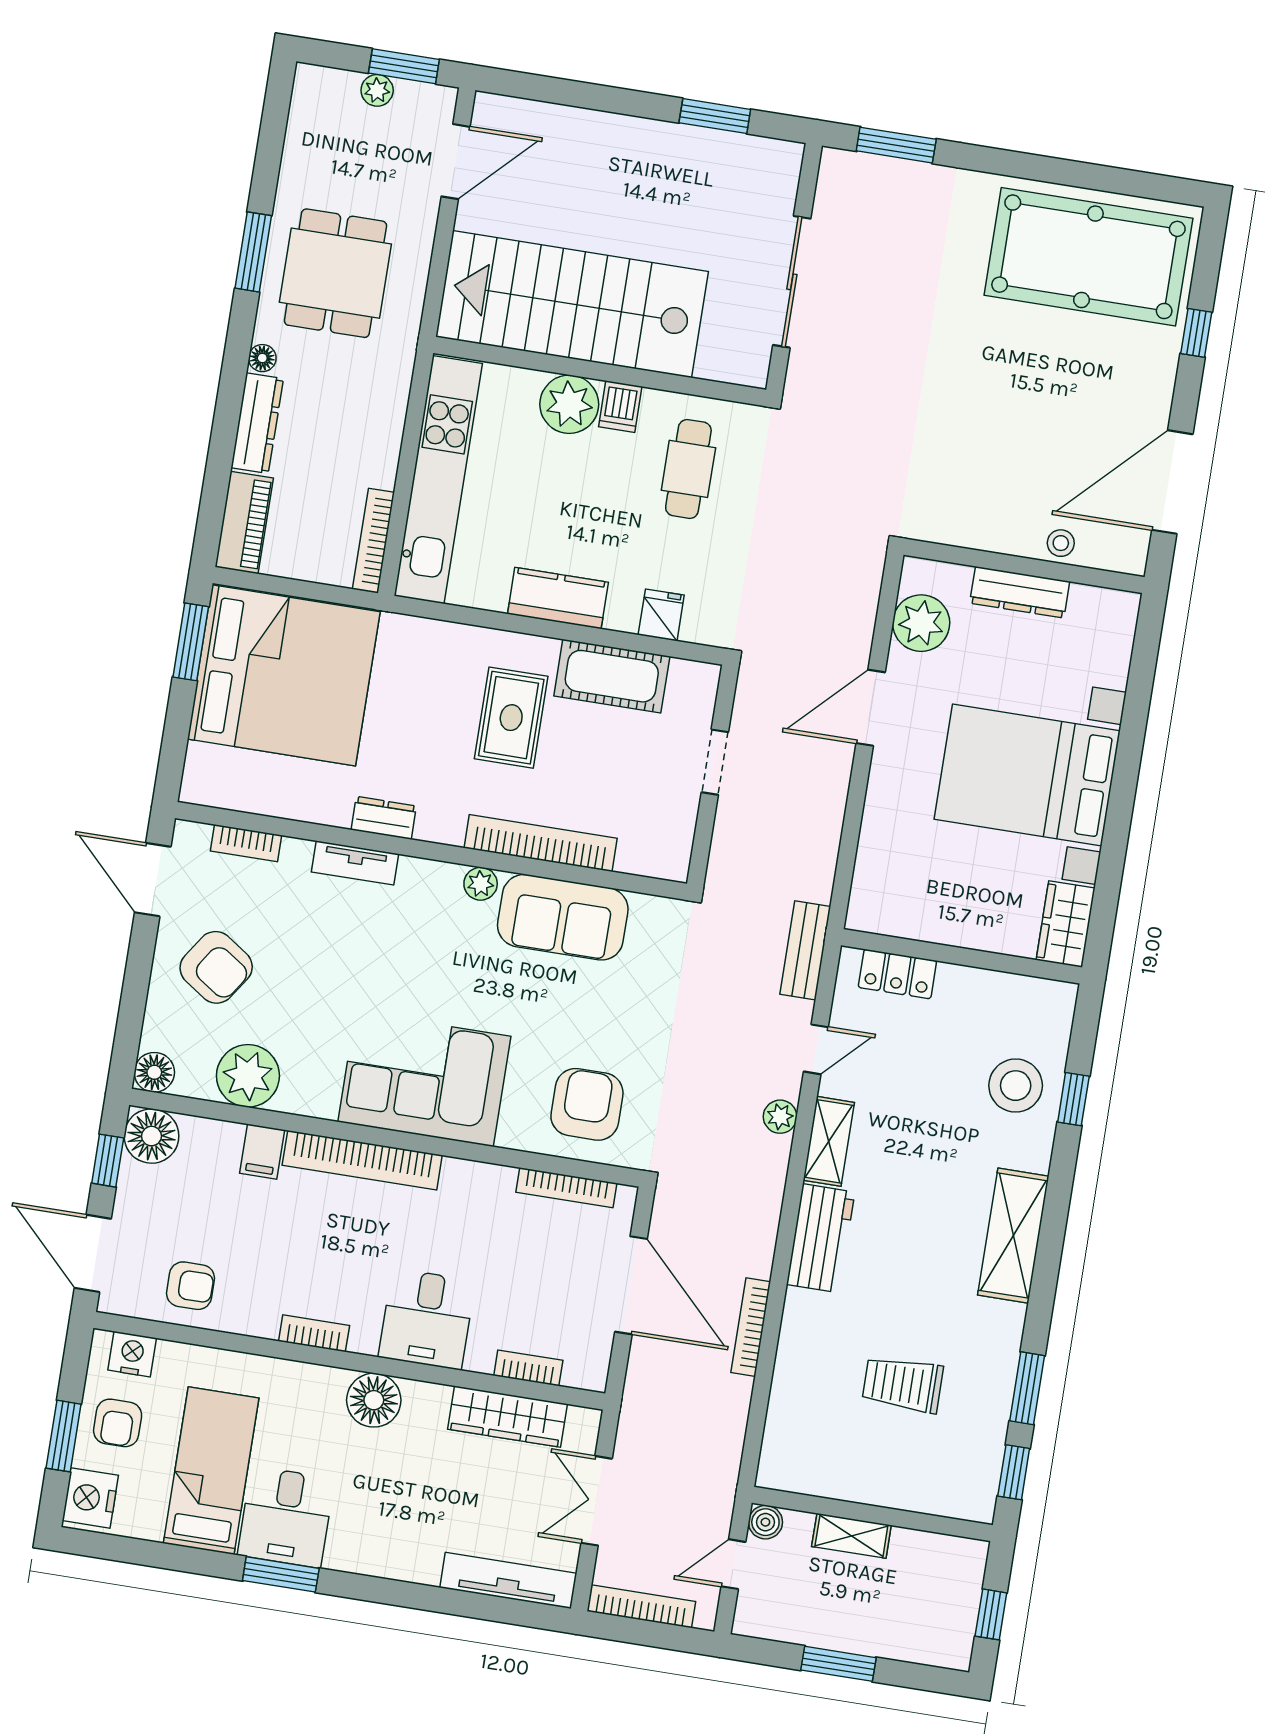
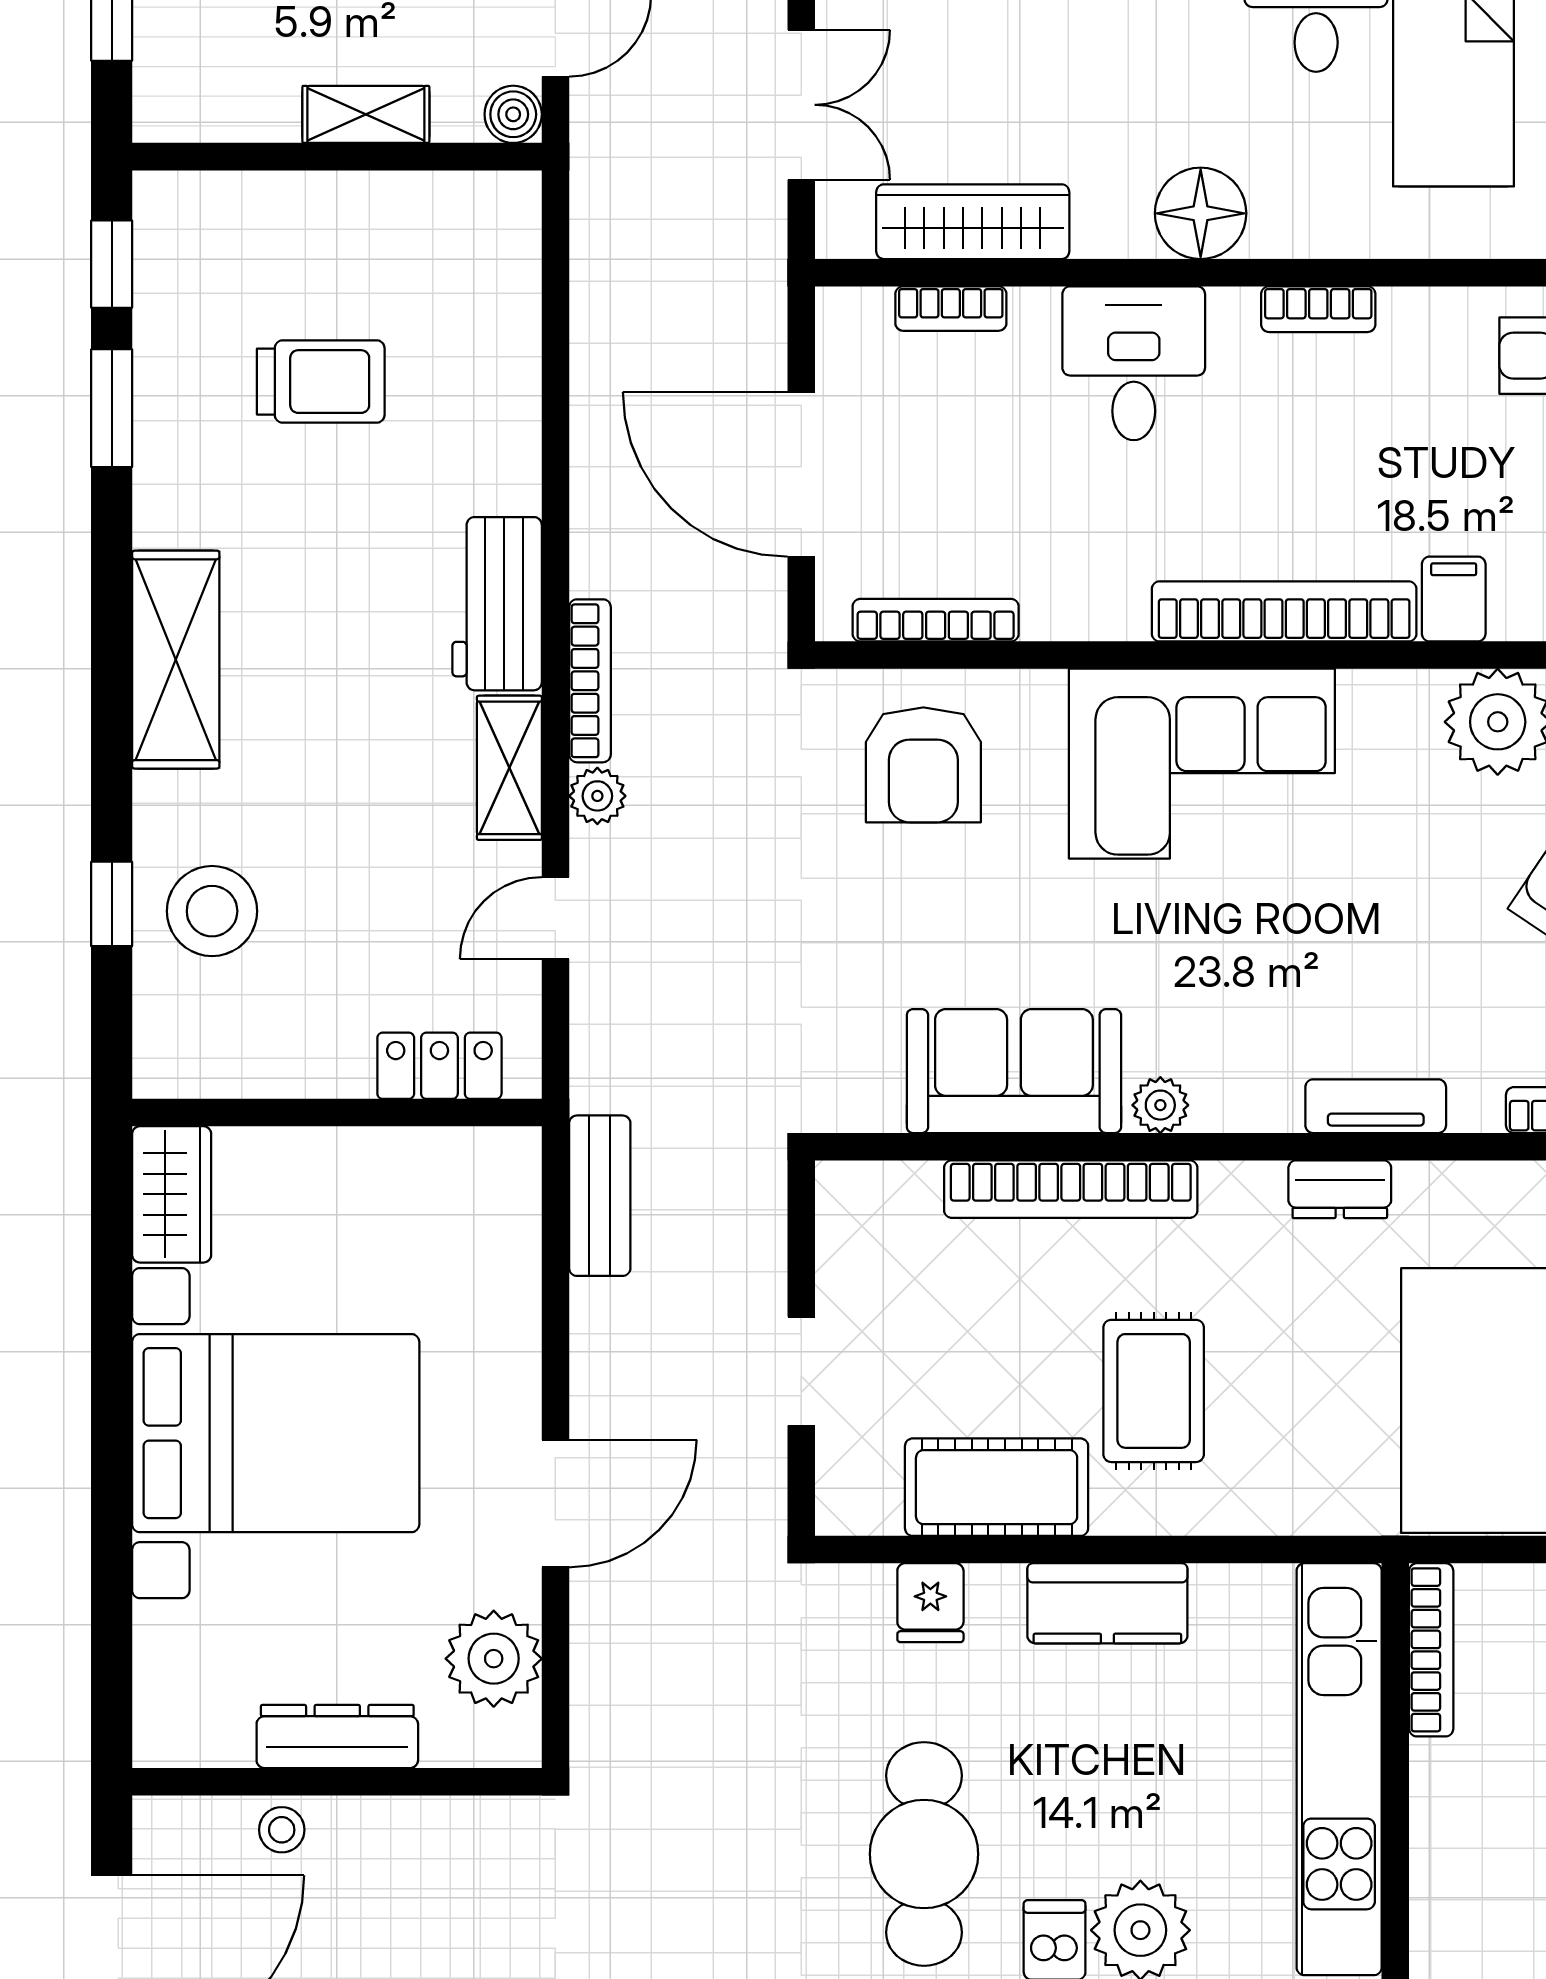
cafe table: (688, 469) -> (924, 1854), width x1.37, depth x1.35
bench: (805, 950) -> (600, 1196), moved
bookcase: (751, 1327) -> (590, 681), moved

